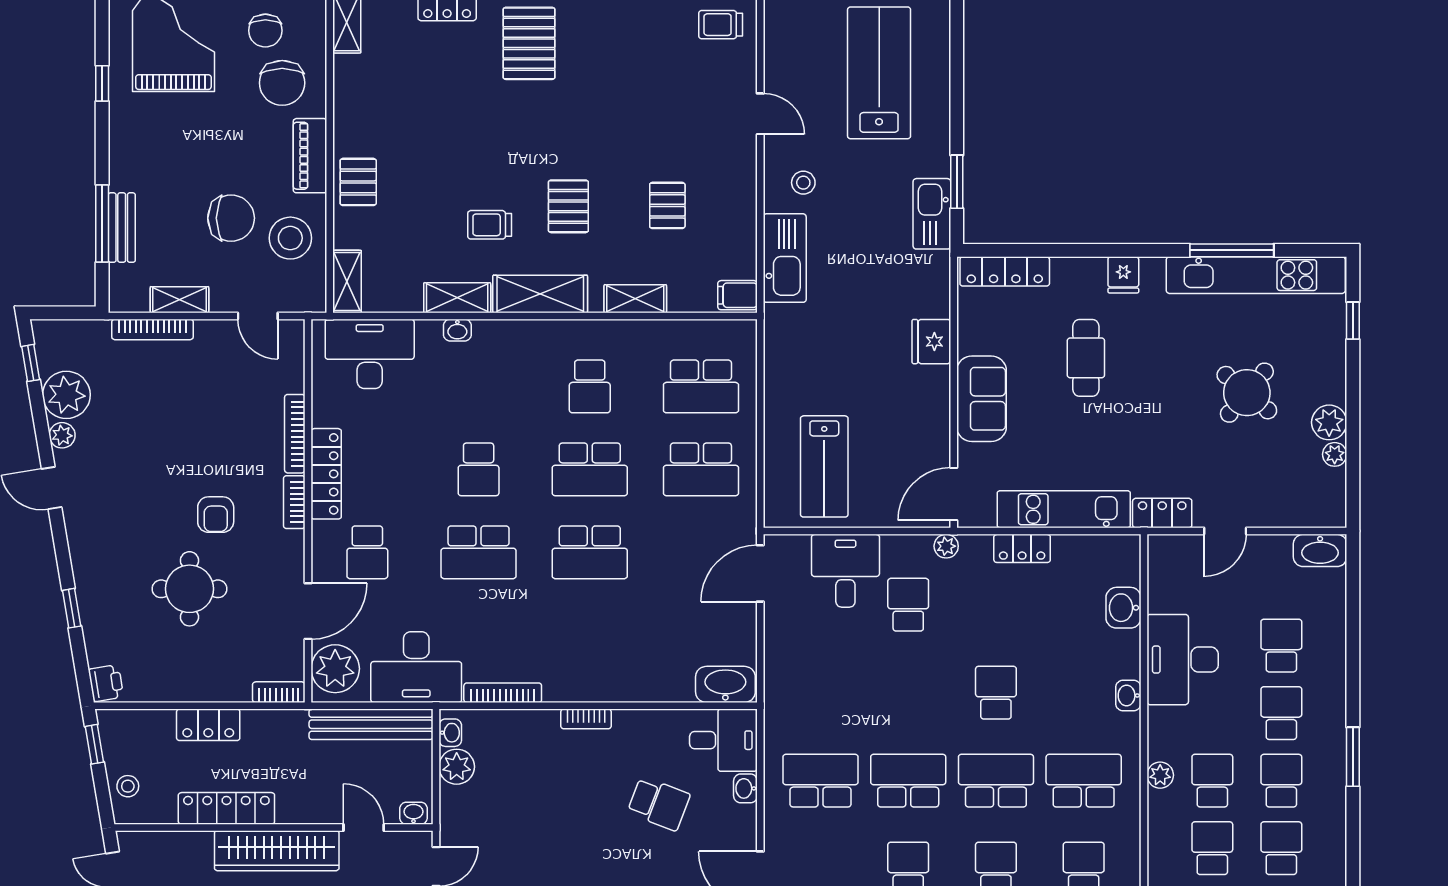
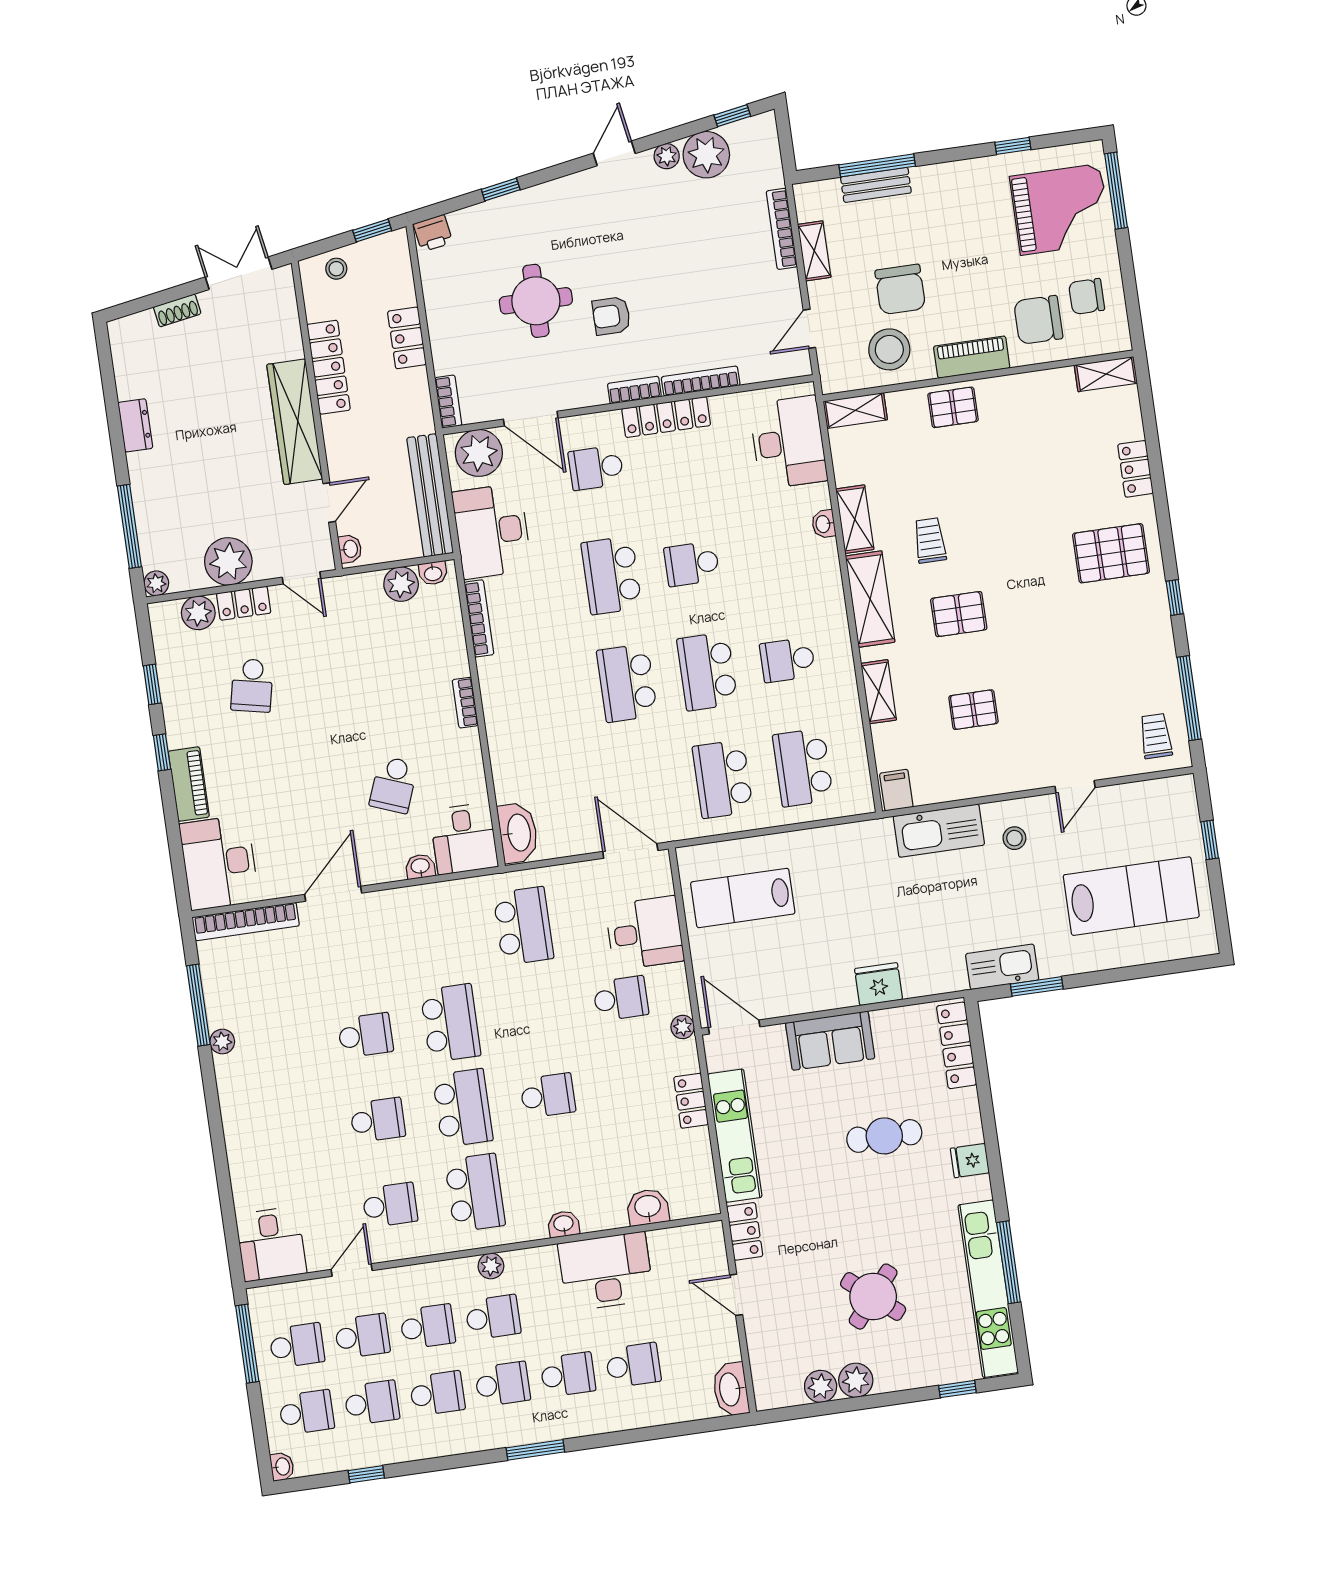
plant: (1335, 454) -> (821, 1386), width x1.38, depth x1.38
school desk: (821, 781) -> (523, 926), moved

